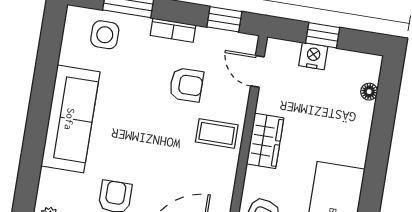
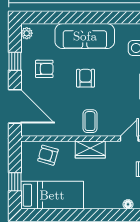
armchair: (186, 85) -> (86, 78), moved, turned 180

